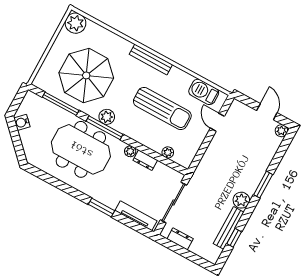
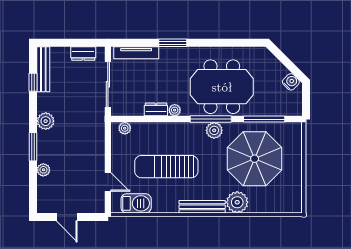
plant: (76, 23) -> (237, 202), moved
plant: (281, 131) -> (43, 170), moved
plant: (168, 152) -> (125, 128), moved
bench: (229, 228) -> (43, 69), moved

